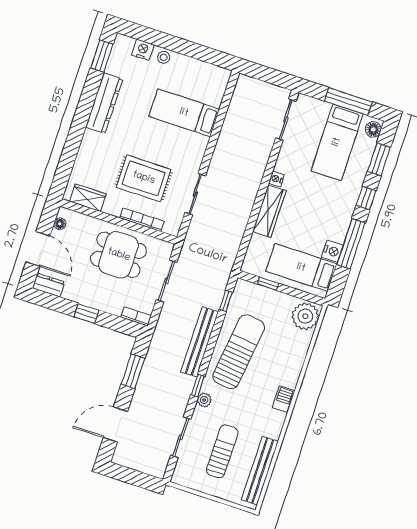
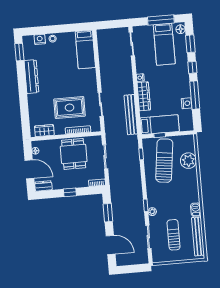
bed: (184, 113) -> (85, 49), moved, turned -90
dining table: (119, 255) -> (74, 154), turned 90
bed: (301, 268) -> (160, 125), moved, turned 180
plant: (305, 316) -> (188, 161), moved
bench: (200, 342) -> (131, 115), moved
sun lounger: (239, 352) -> (164, 161), moved
barbecue: (284, 399) -> (196, 210), moved
door: (115, 425) -> (111, 245), swing flipped

